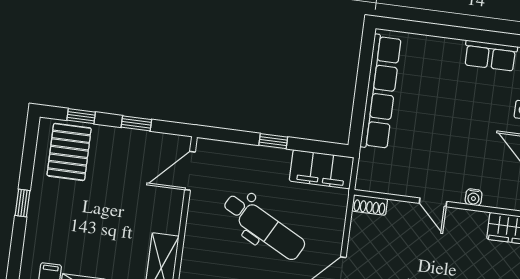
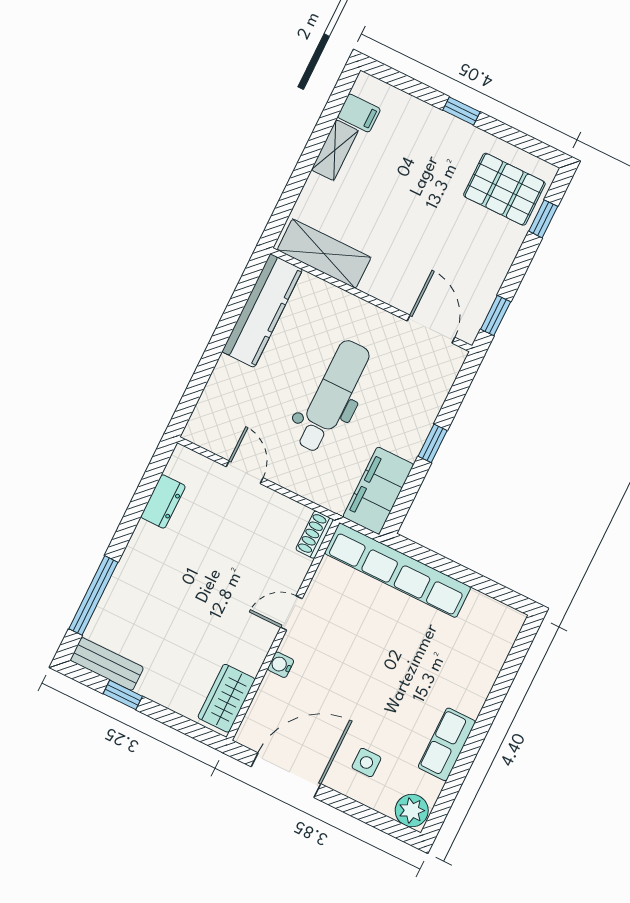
row of seats: (381, 92) -> (398, 570), moved
window: (136, 123) -> (496, 316), moved
dental chair: (264, 226) -> (332, 396), turned 152

